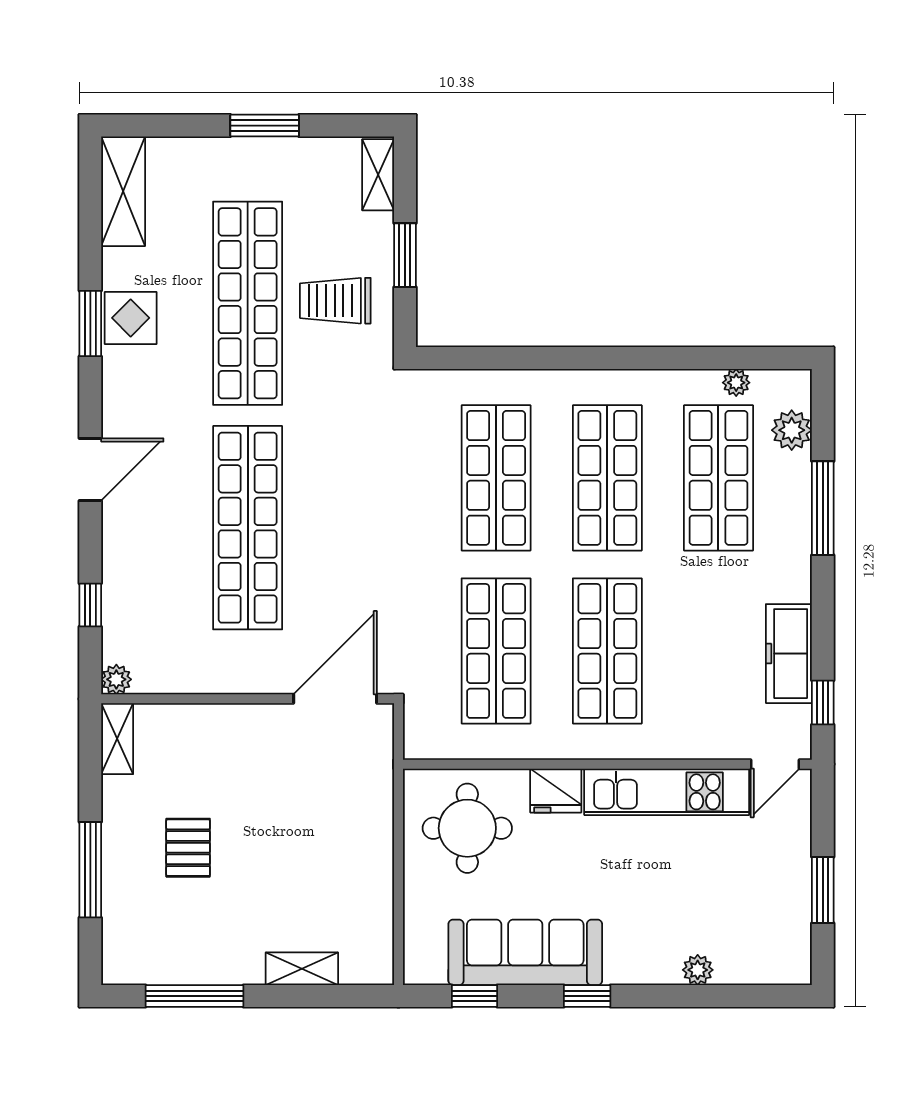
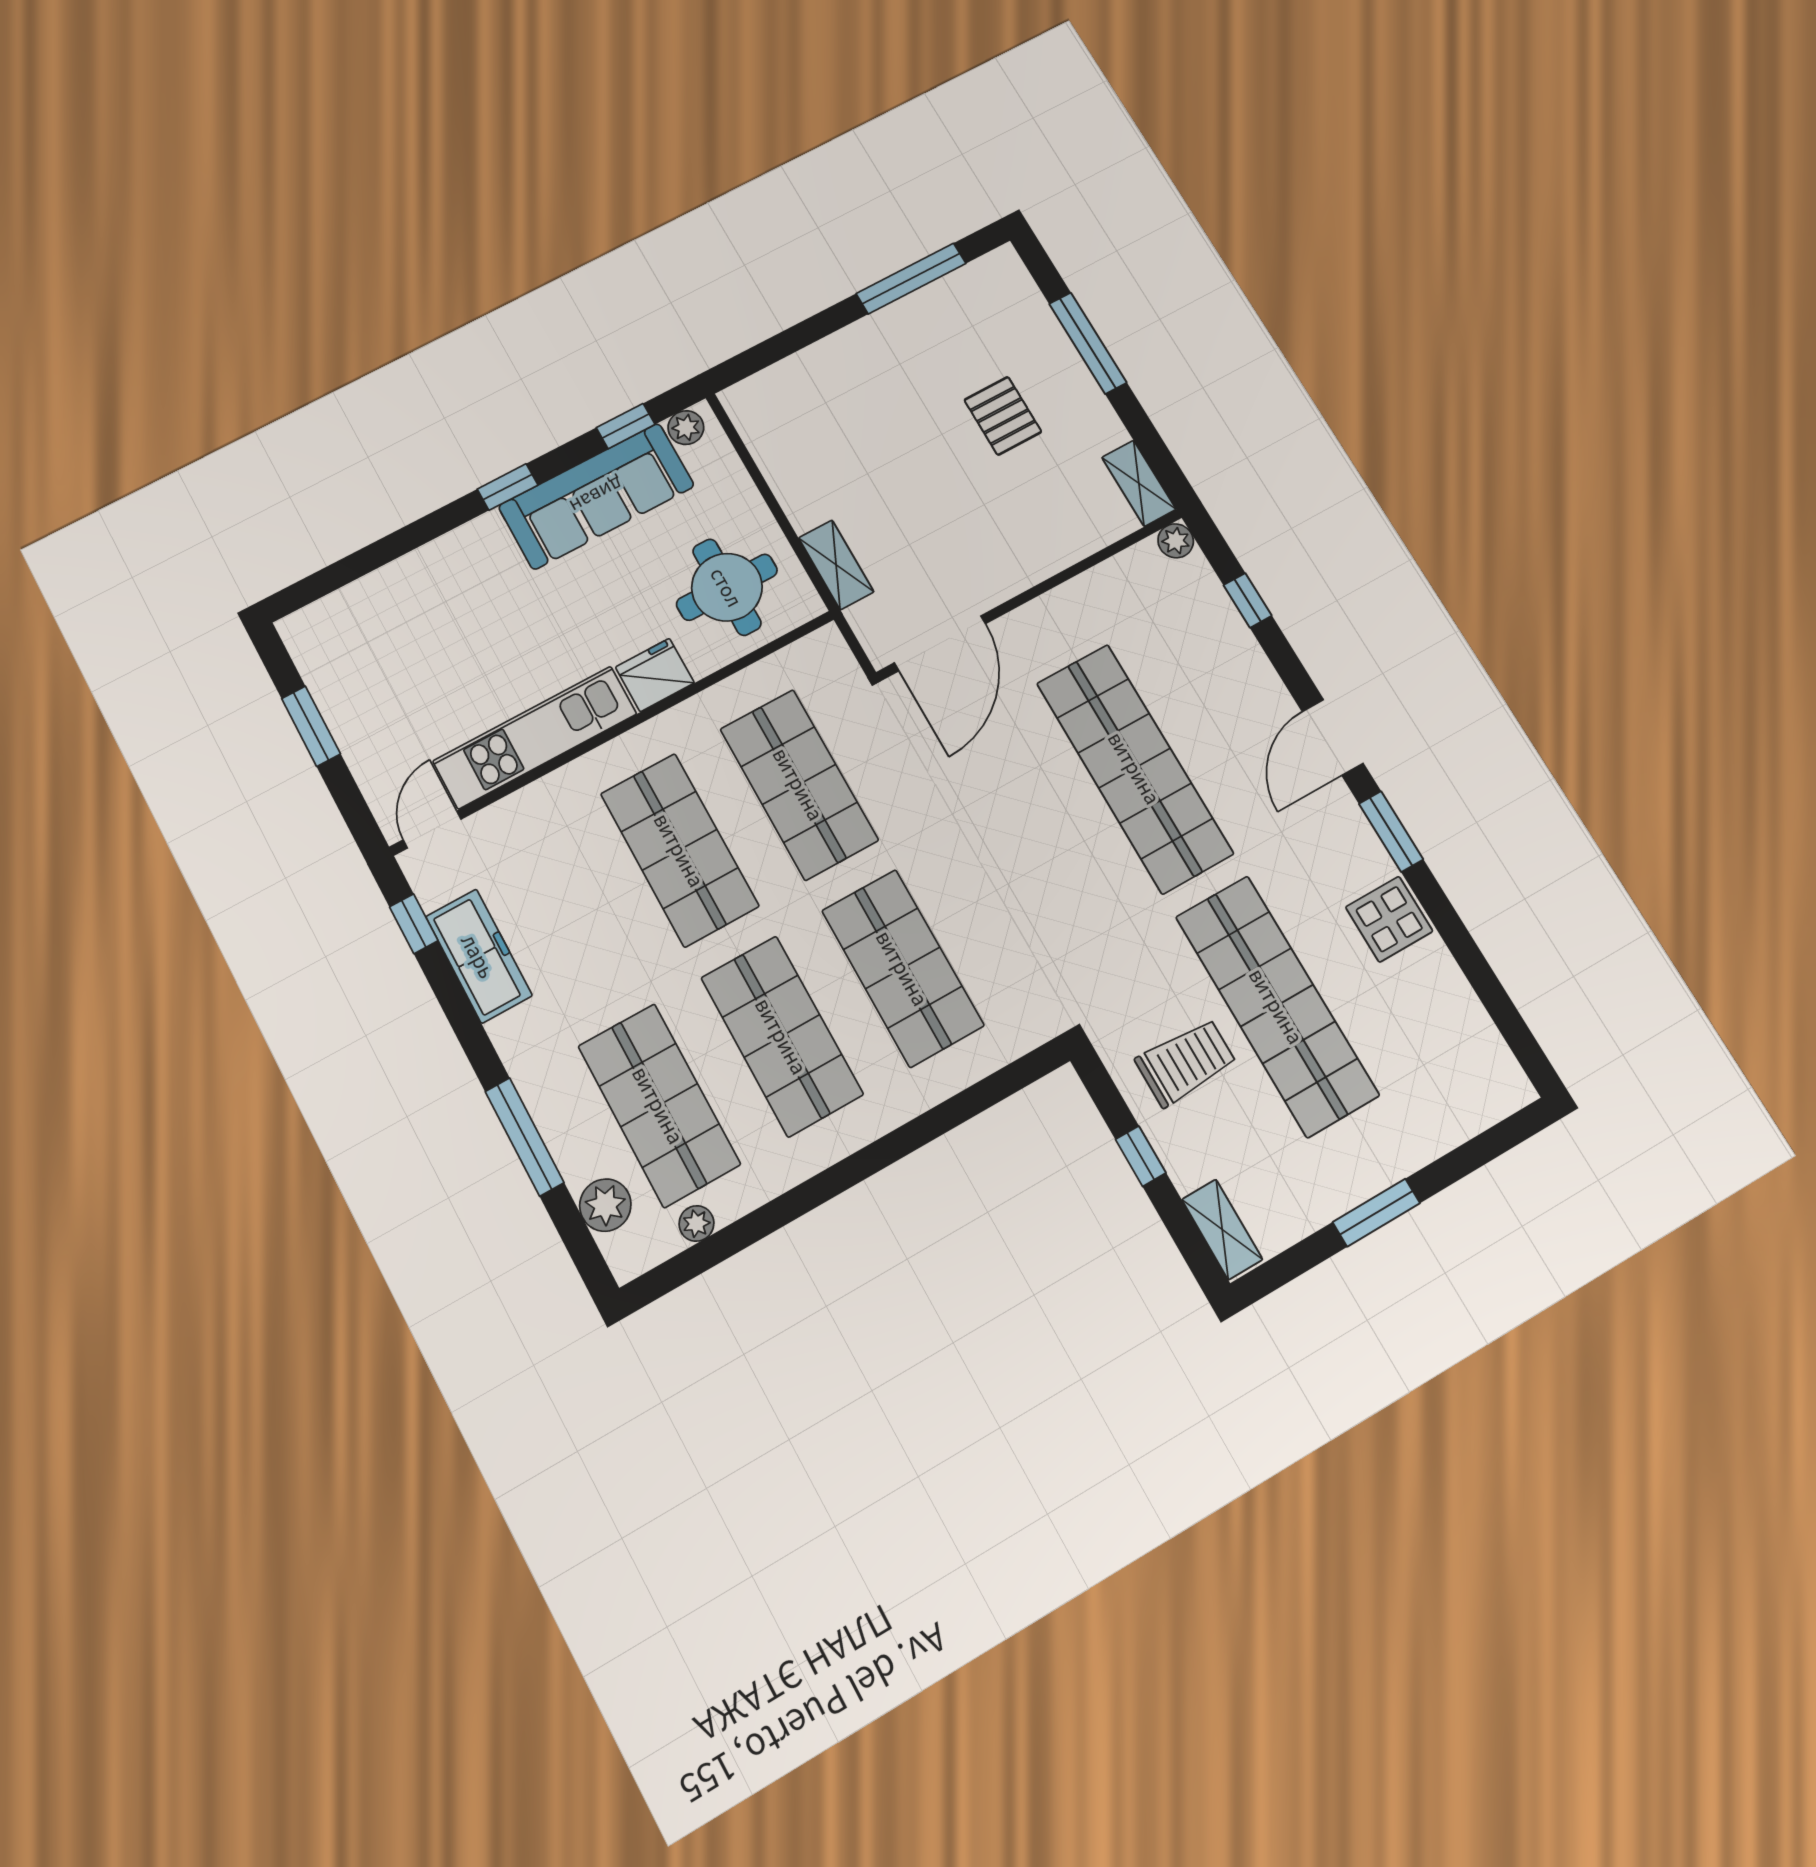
shelving: (123, 191) -> (1481, 1051), removed
window: (405, 255) -> (1141, 1156), width x0.67
window: (90, 323) -> (1391, 832), moved
shelving: (302, 969) -> (836, 565), moved, turned 90
plant: (698, 970) -> (686, 428), moved

